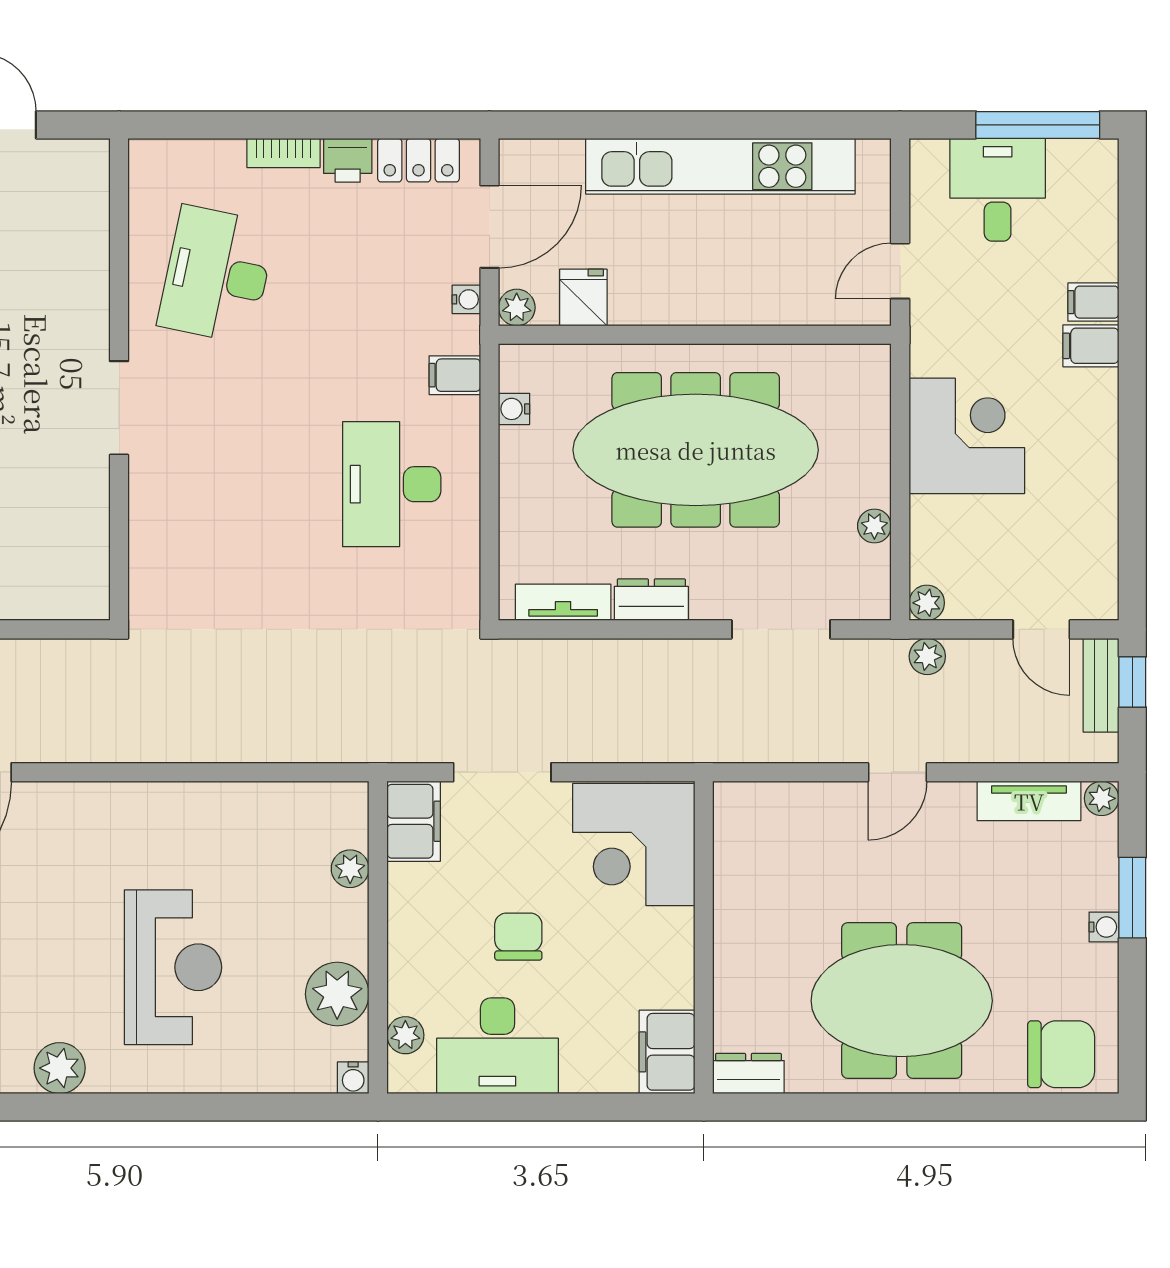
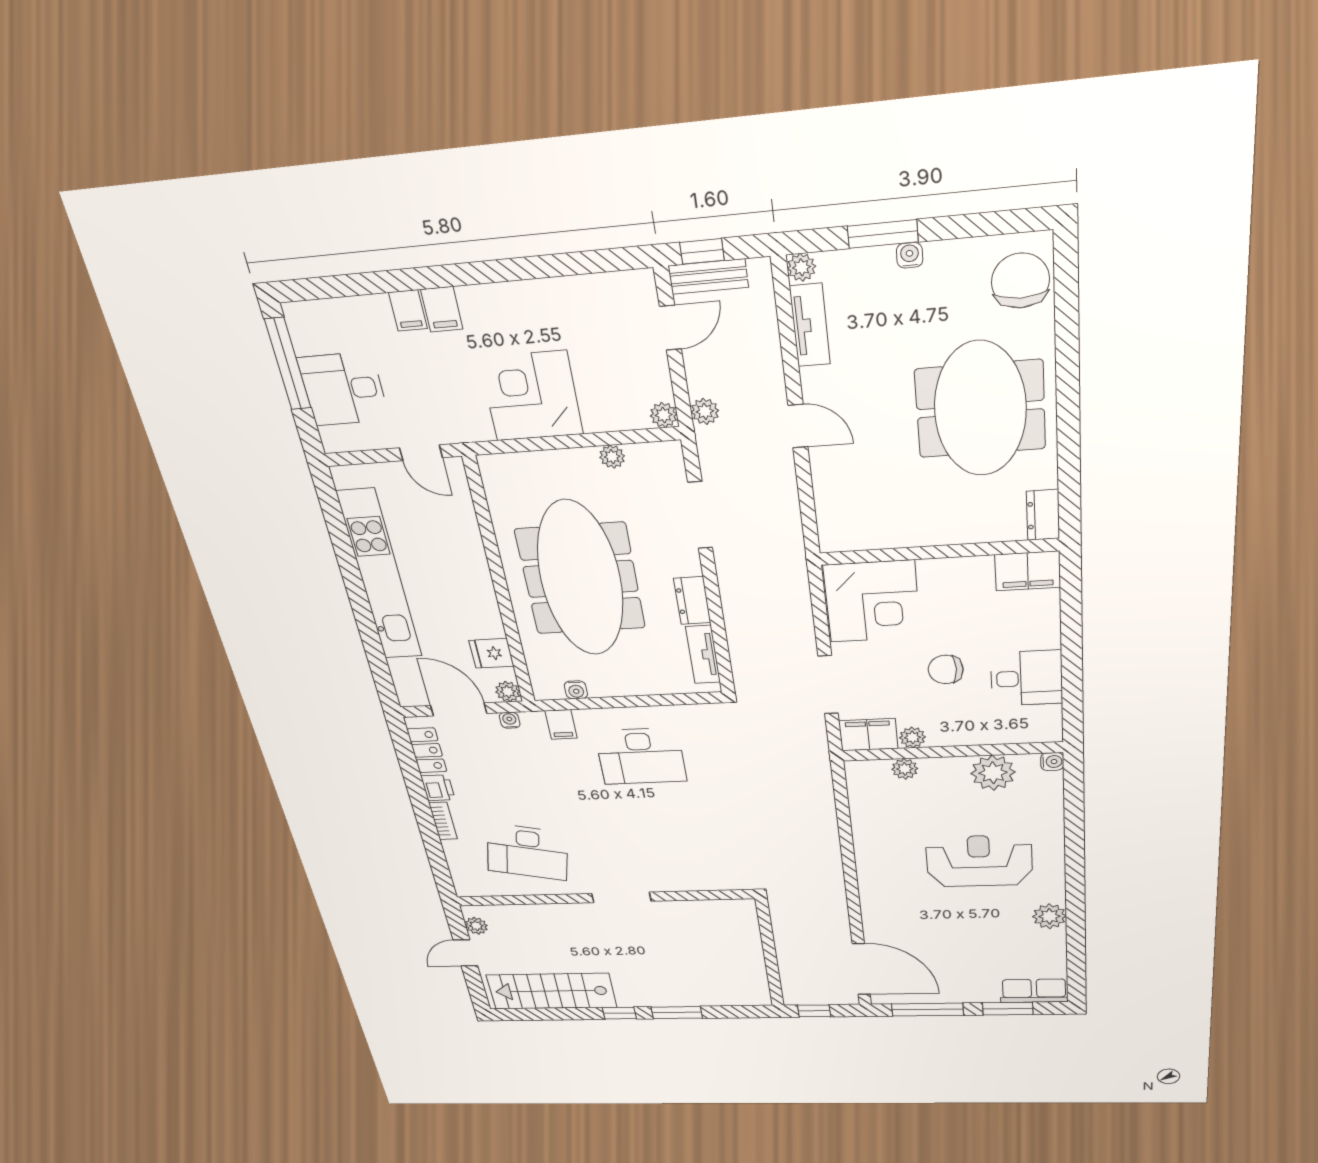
plant: (66, 157) -> (476, 926), added
plant: (405, 1035) -> (912, 737), moved
desk: (497, 1046) -> (1027, 678), width x0.73

